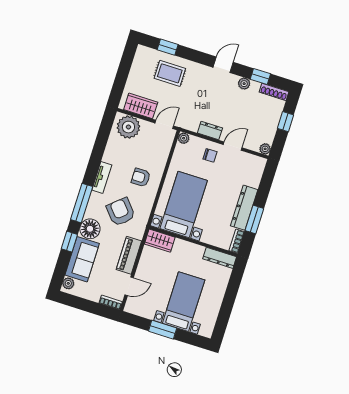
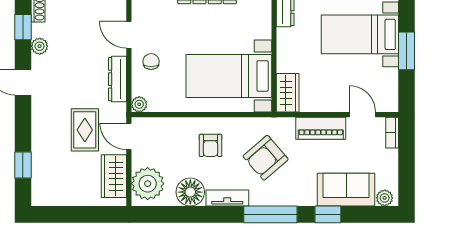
rug: (170, 73) -> (85, 130), moved
dresser: (210, 130) -> (117, 79), width x1.44
floor lamp: (90, 229) -> (190, 192), moved

